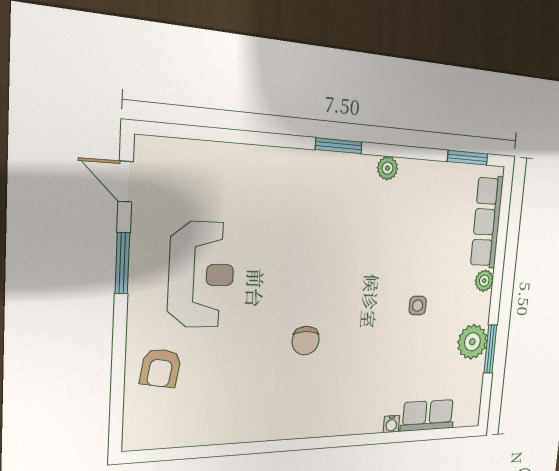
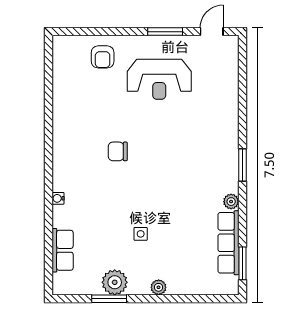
row of seats: (487, 222) -> (228, 243), moved, turned -90
armchair: (161, 368) -> (103, 57), turned -99
water cooler: (391, 424) -> (58, 198), moved

